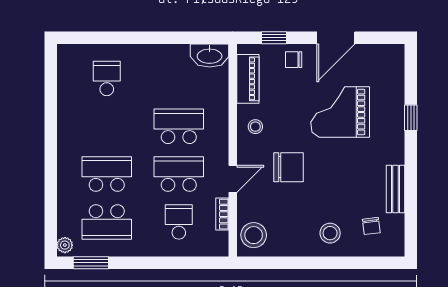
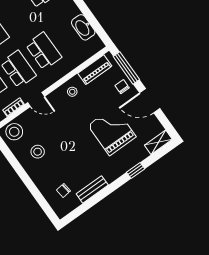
window: (274, 38) -> (126, 68), width x2.17
washbasin: (210, 55) -> (83, 27), moved
shelving: (396, 64) -> (158, 142), added
chair: (289, 167) -> (63, 125), removed
stool: (330, 233) -> (38, 152), moved

